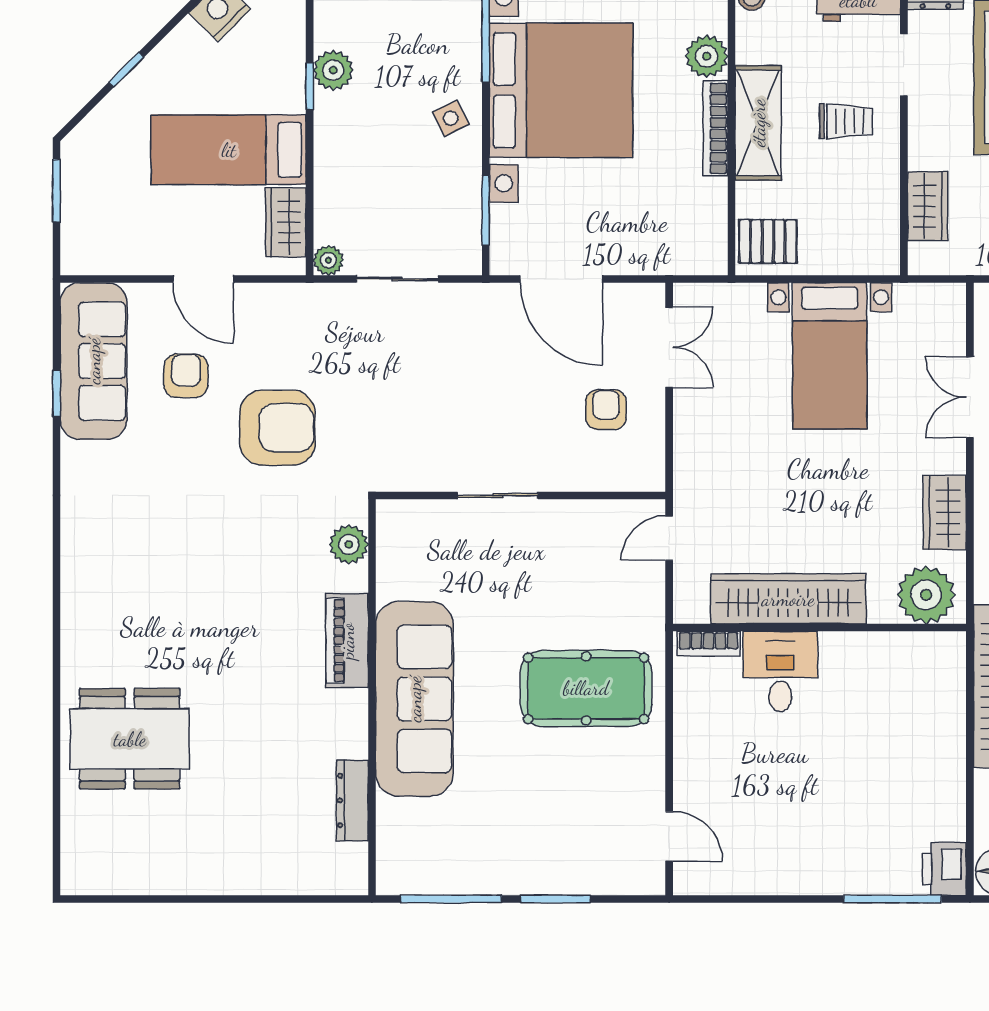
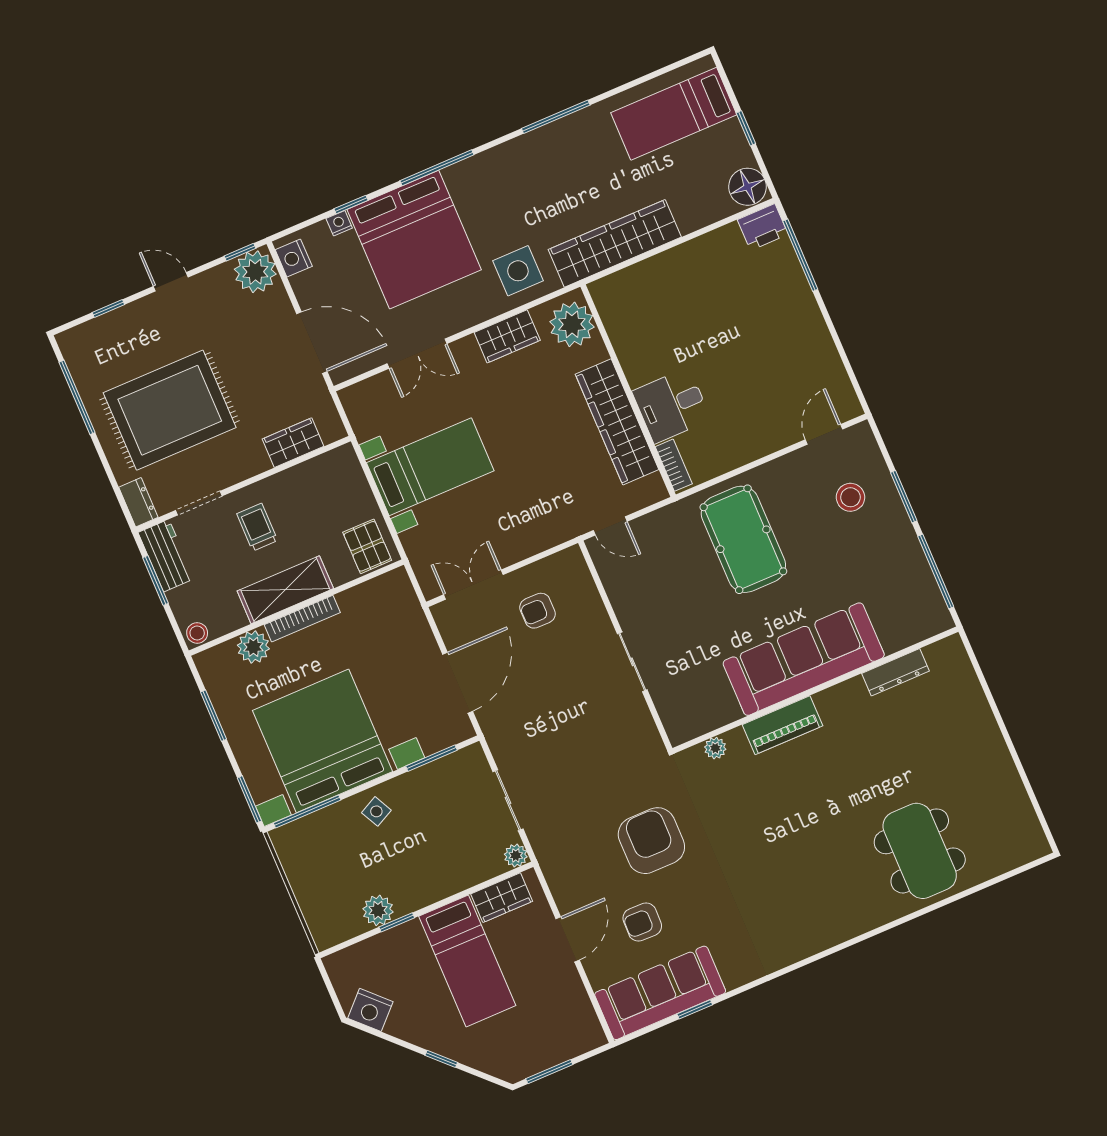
plant: (349, 544) -> (715, 748), width x0.73, depth x0.73
stool: (581, 836) -> (850, 497), added

